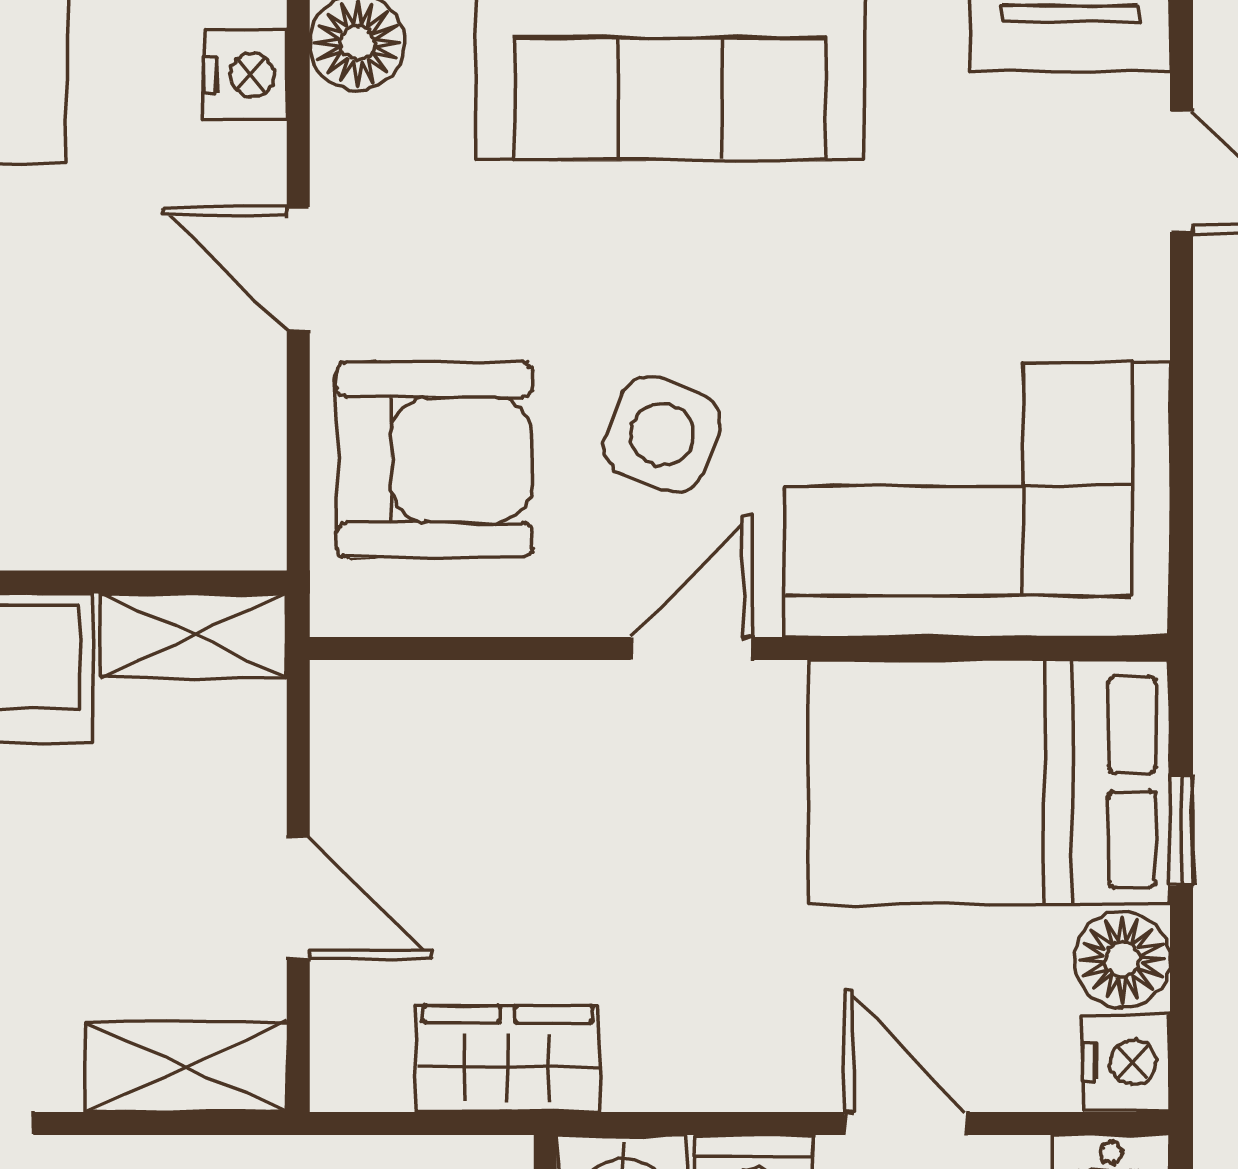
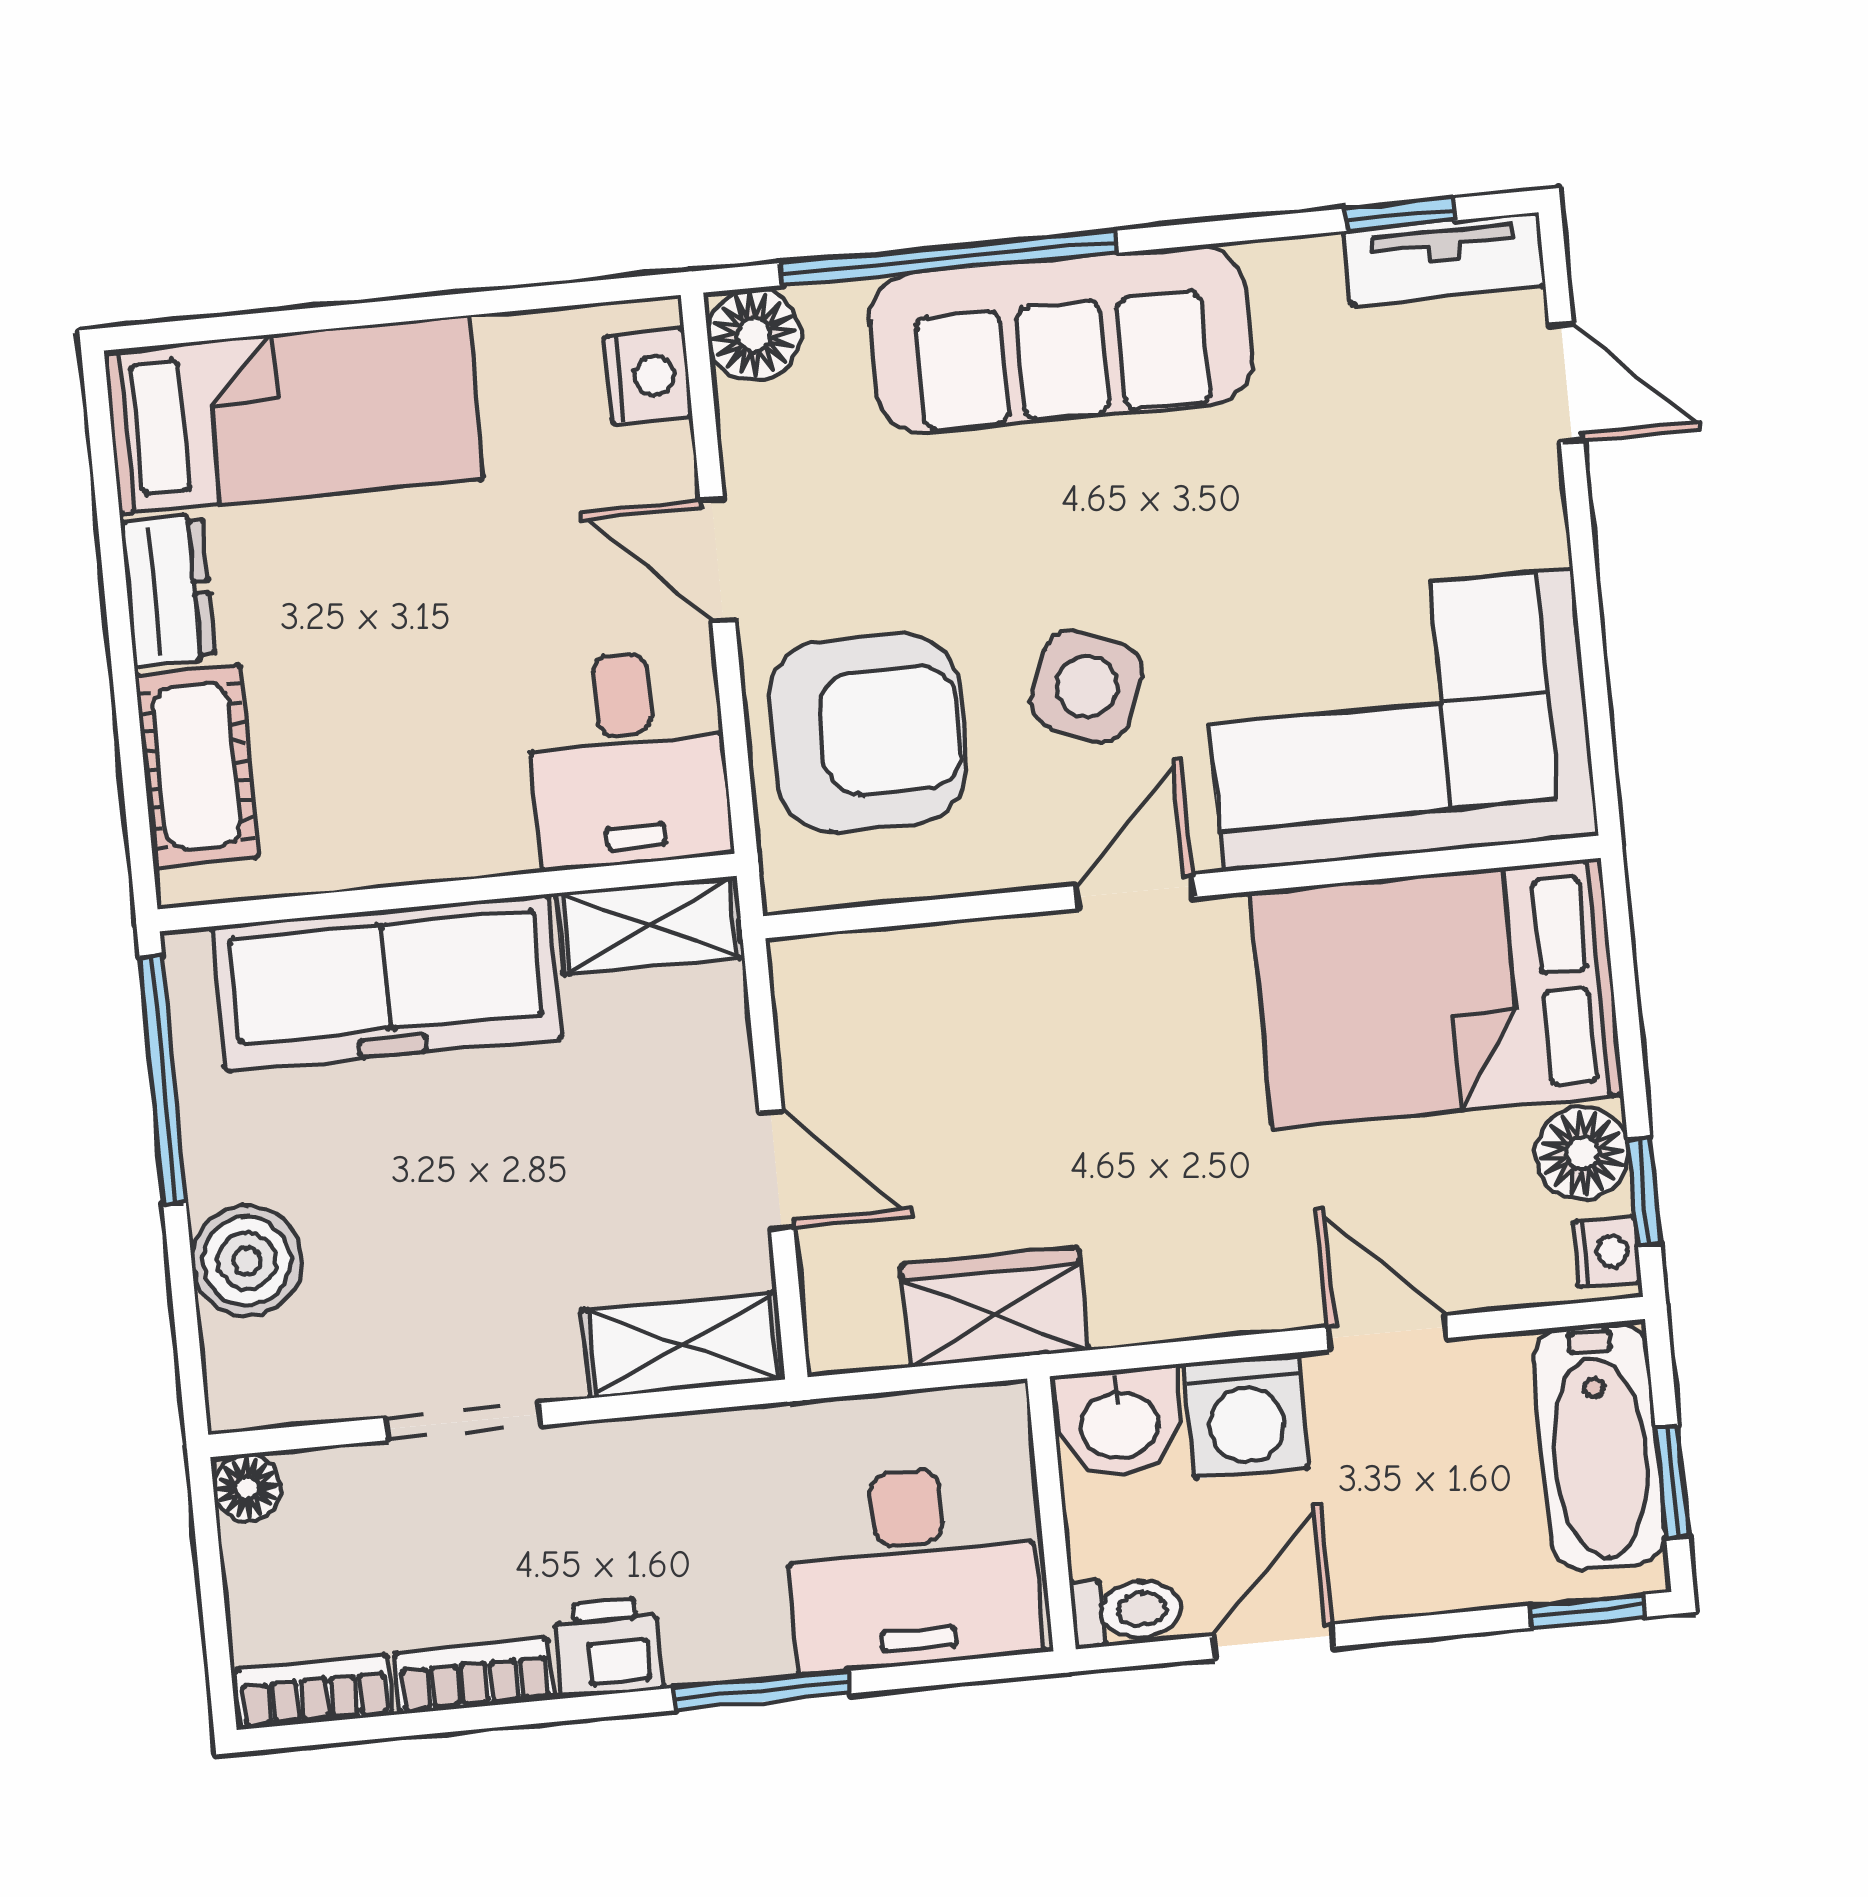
desk: (188, 464) -> (628, 759), added
window: (1182, 831) -> (1644, 1191), moved
nightstand: (1126, 1062) -> (1607, 1252), width x0.72, depth x0.74

